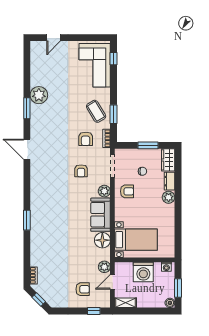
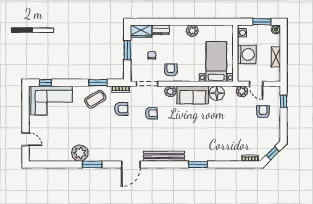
bench: (36, 184) -> (164, 156), added
plant: (169, 197) -> (192, 31), moved
shelving: (125, 303) -> (276, 57), moved

